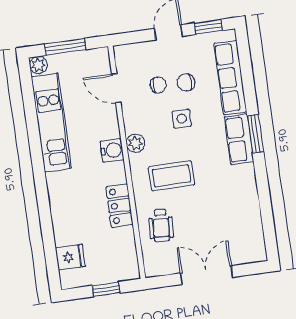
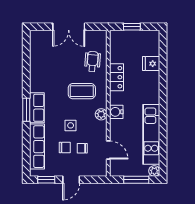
fridge: (70, 257) -> (151, 64), moved

